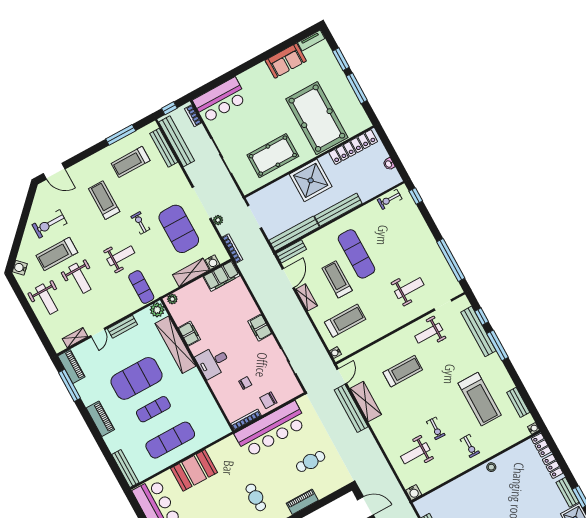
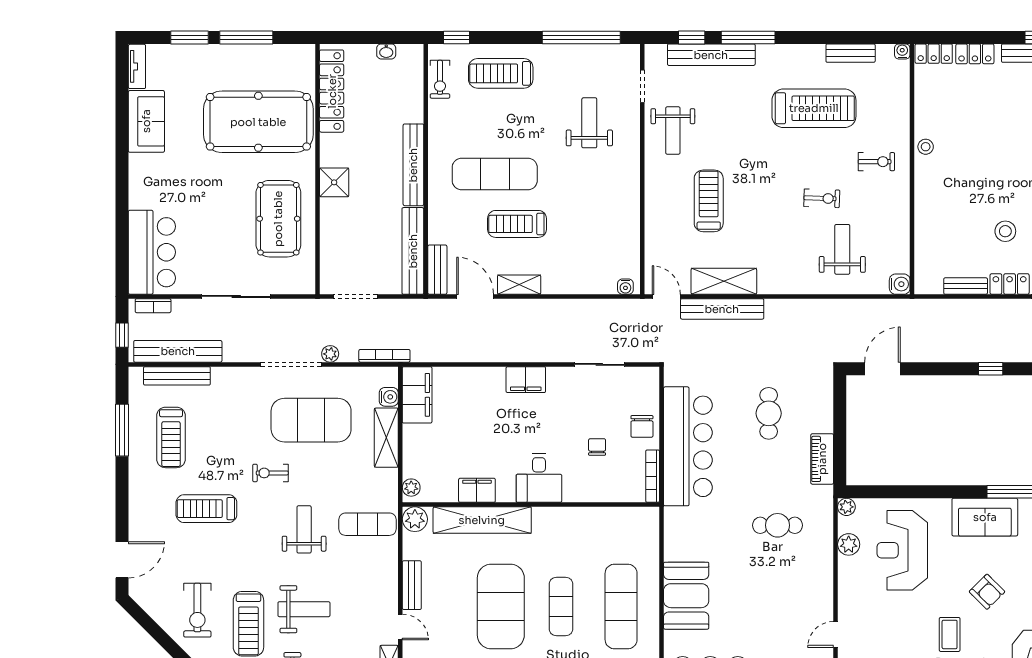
shower: (311, 180) -> (334, 182), width x0.54, depth x0.54
treadmill: (345, 321) -> (501, 73), moved, turned -90
weight bench: (415, 453) -> (842, 249), turned 180

